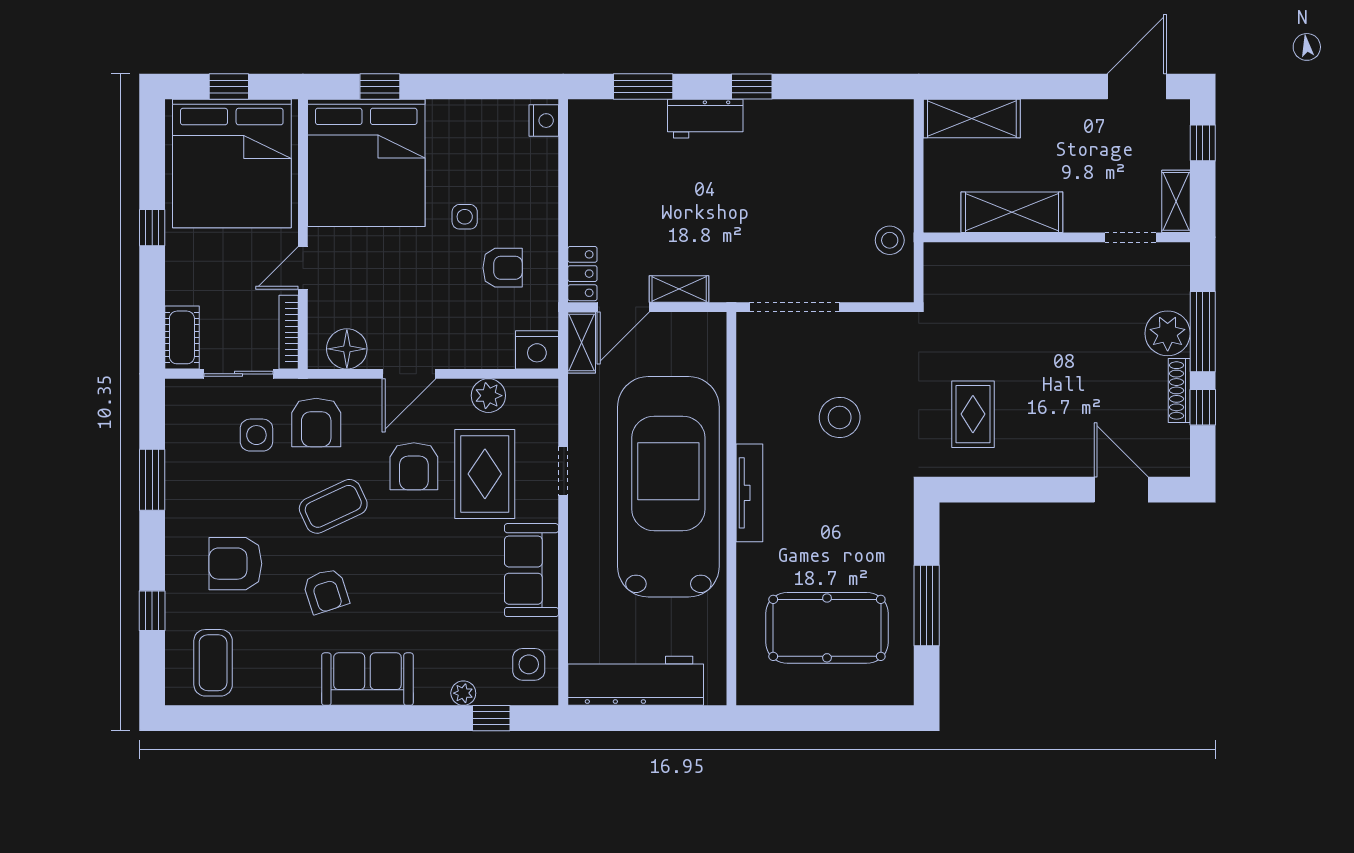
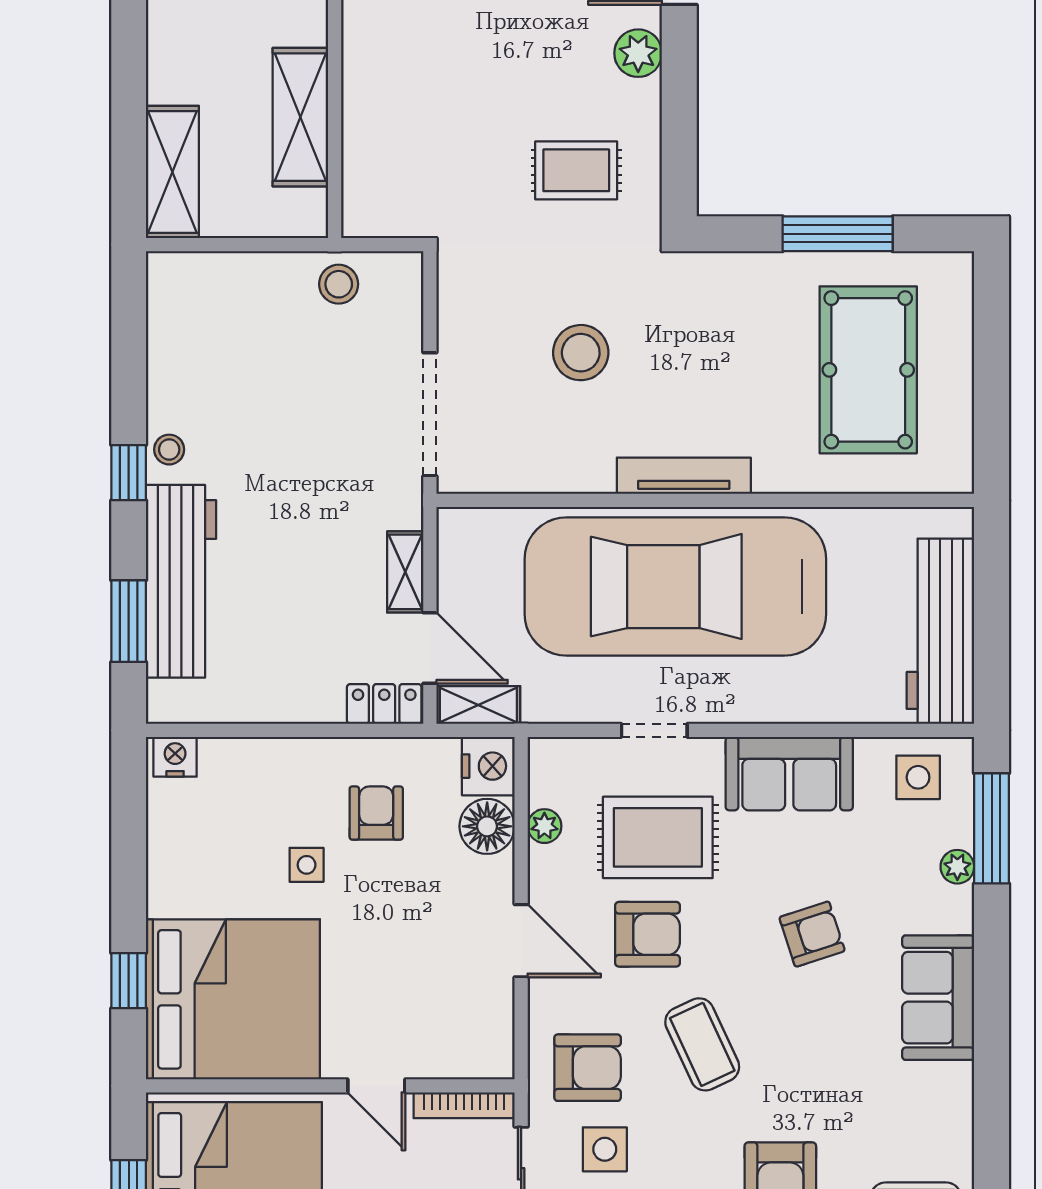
stool: (769, 116) -> (169, 450), added
workbench: (705, 119) -> (181, 581), width x1.88, depth x1.32
floor lamp: (347, 349) -> (487, 826), moved
plant: (488, 396) -> (544, 826), width x0.73, depth x0.73
plant: (1059, 459) -> (638, 53), added
armchair: (326, 591) -> (812, 934), moved
window: (491, 718) -> (992, 828), width x2.17

